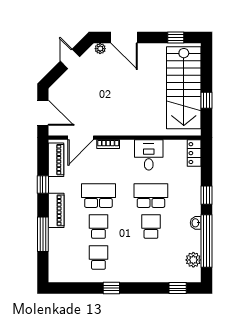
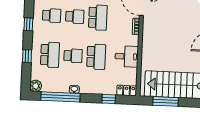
window: (207, 100) -> (166, 101), width x2.17
window: (207, 195) -> (109, 99), moved
school desk: (151, 257) -> (50, 55), added
plant: (193, 260) -> (36, 86), moved
window: (178, 288) -> (27, 56), moved

